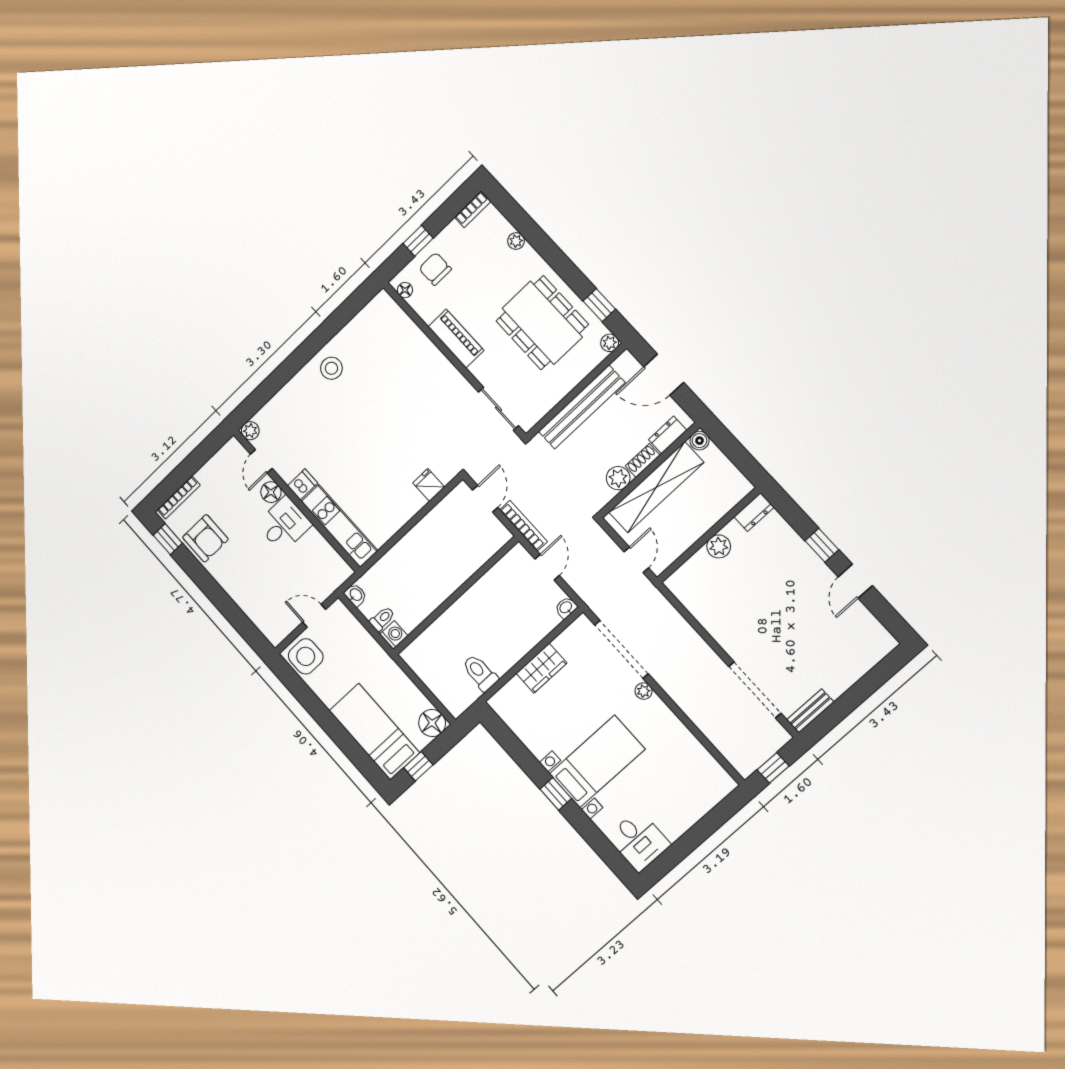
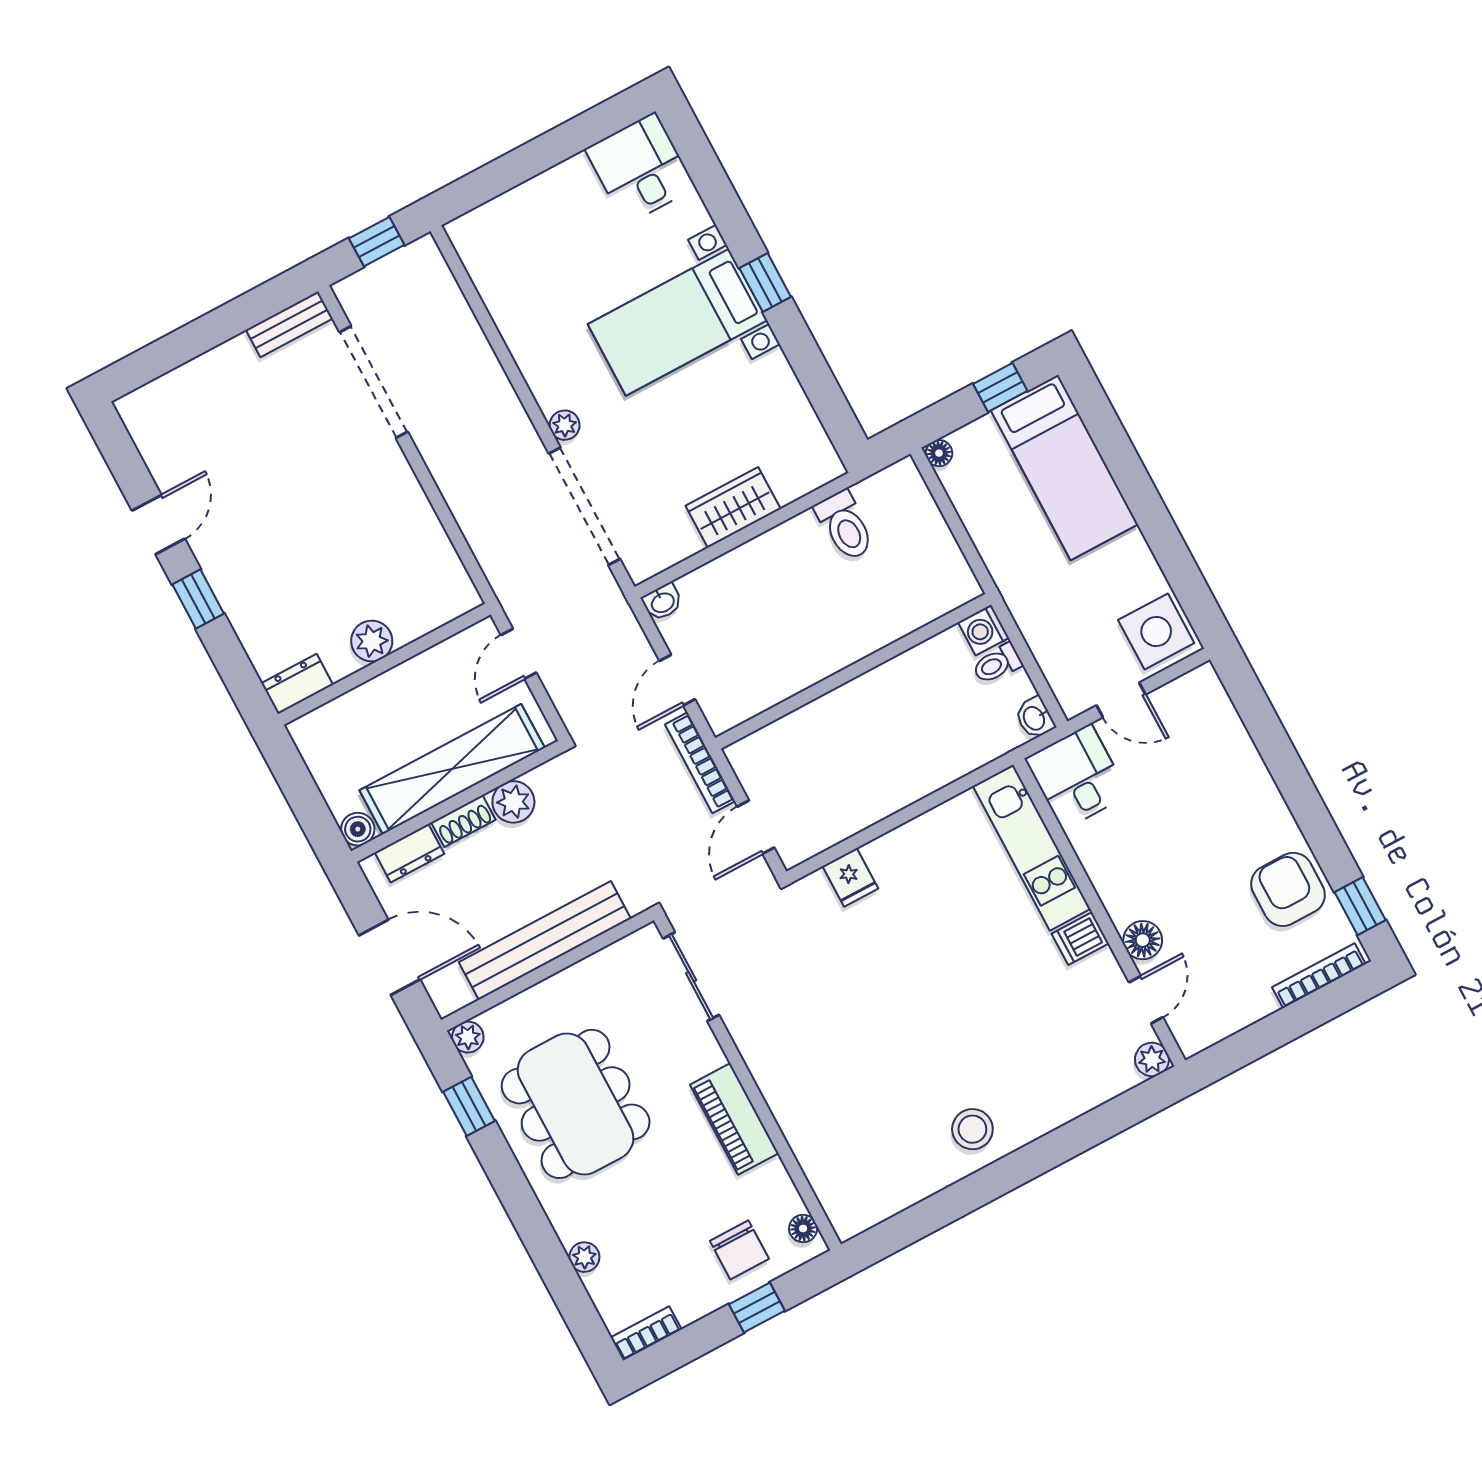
desk: (284, 524) -> (1077, 777), moved, turned 90
floor lamp: (432, 723) -> (939, 453), width x0.53, depth x0.53

